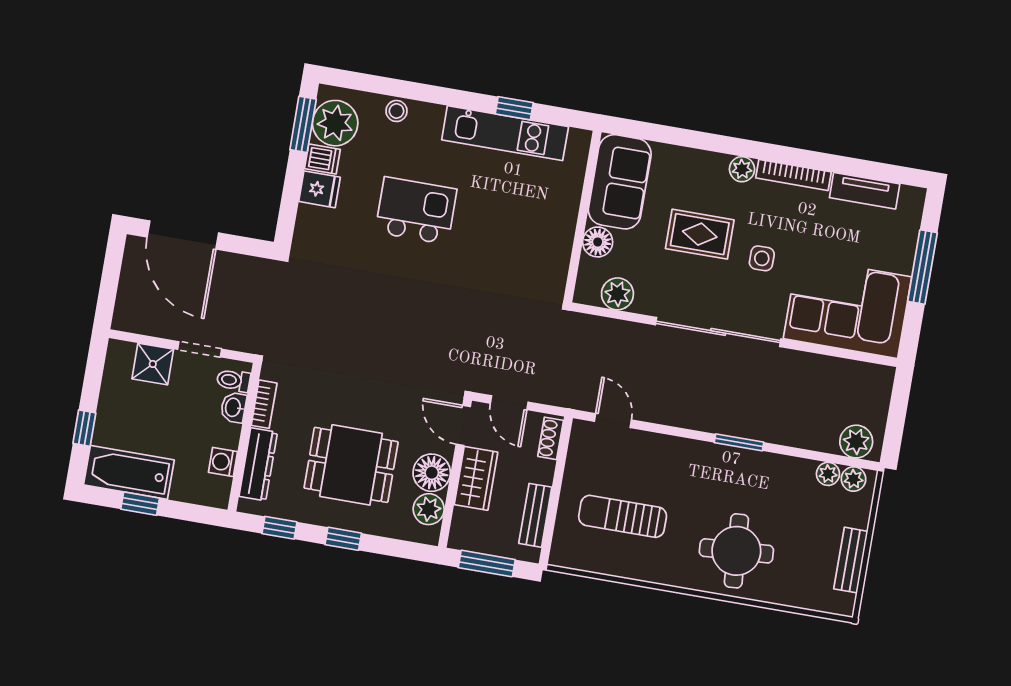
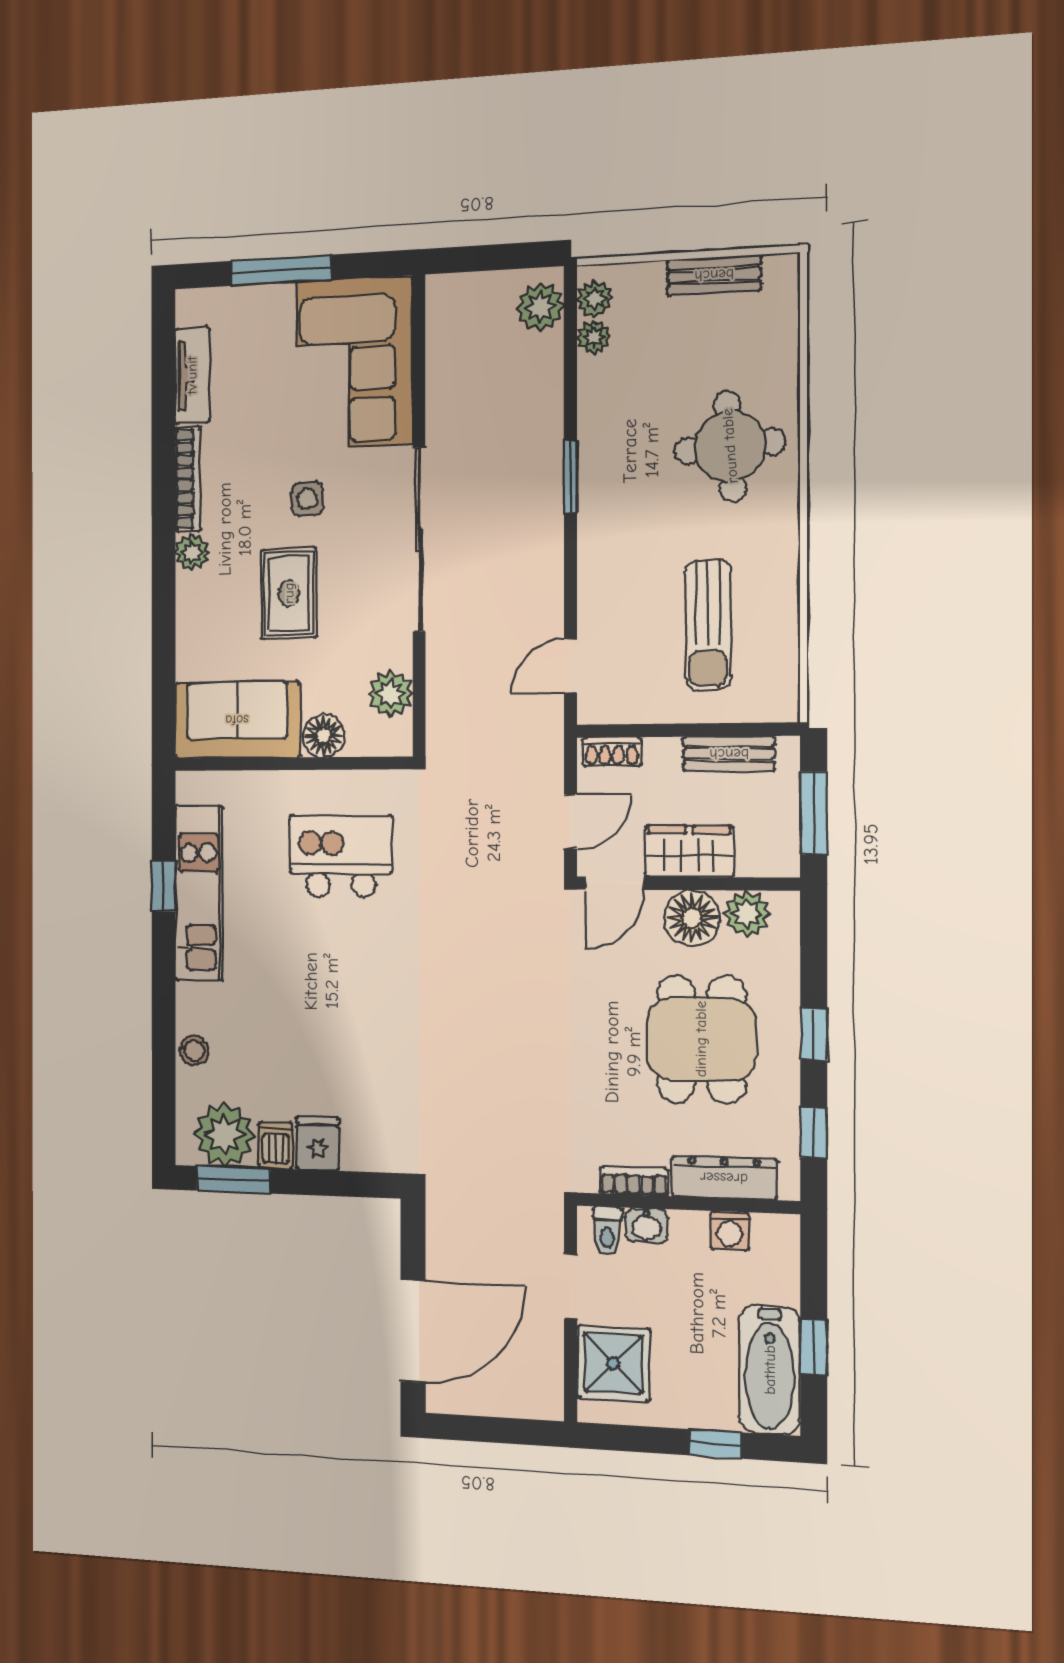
kitchen island: (416, 211) -> (341, 856), moved, turned 90
shower: (153, 364) -> (613, 1363), width x1.36, depth x1.36

